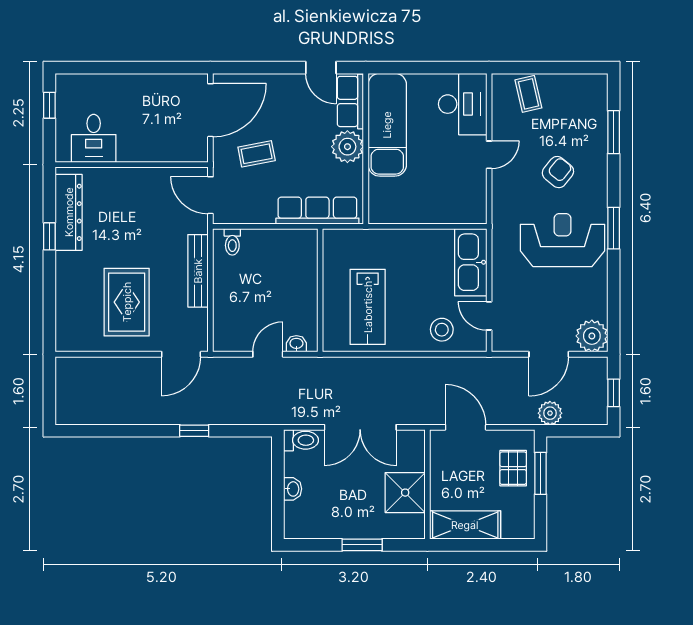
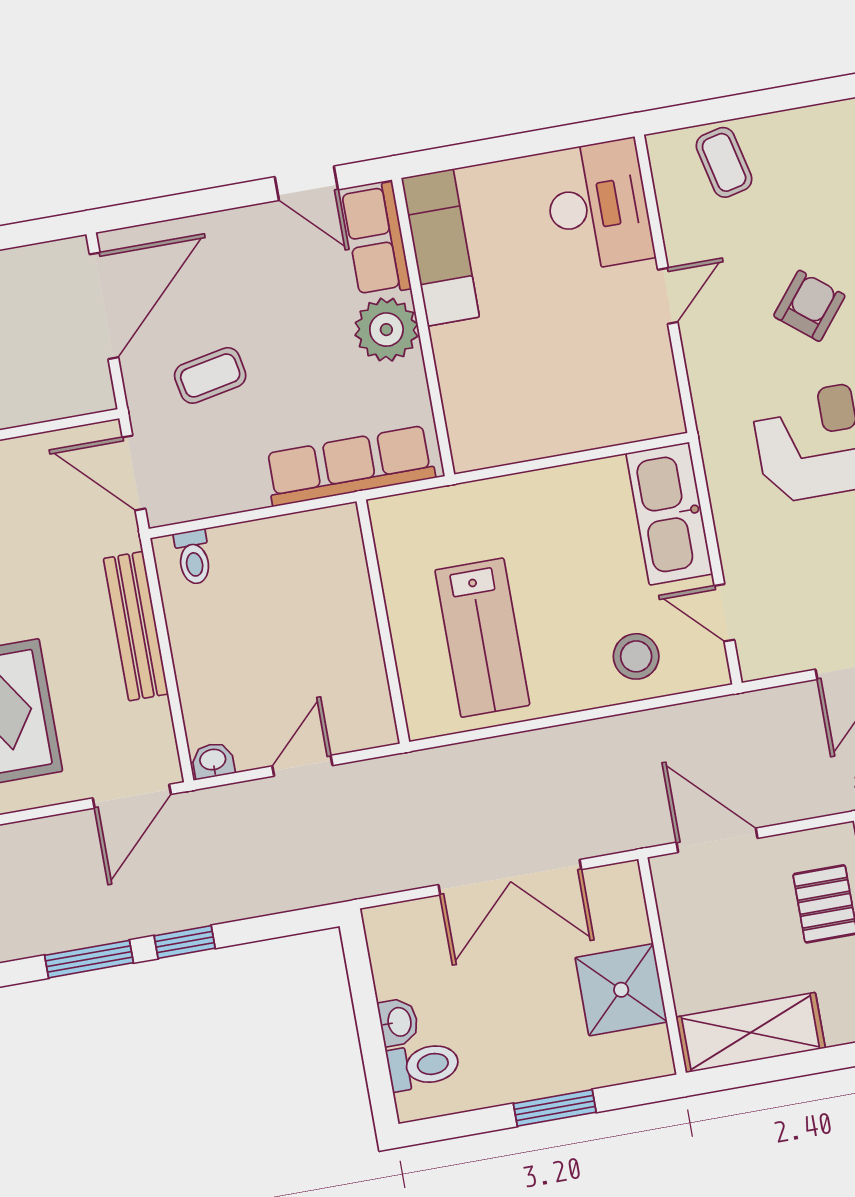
exam couch: (387, 125) -> (440, 248), width x0.73, depth x0.69
washbasin: (296, 344) -> (213, 761), moved
window: (146, 431) -> (89, 959), added
toilet: (301, 440) -> (423, 1066), moved

